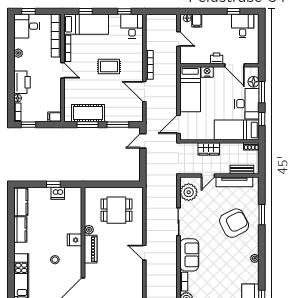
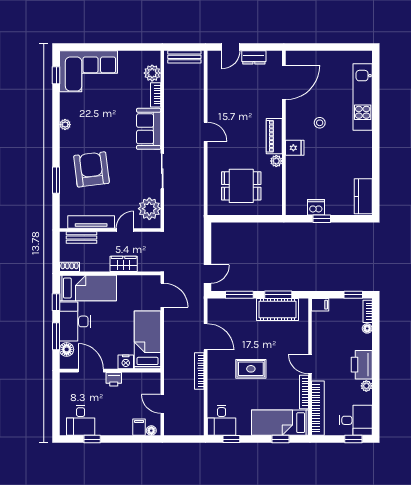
printer: (22, 82) -> (362, 365), moved
door: (178, 124) -> (162, 295), hinge flipped
armchair: (234, 223) -> (91, 169), turned 110
kitchen counter: (20, 230) -> (364, 161), removed

